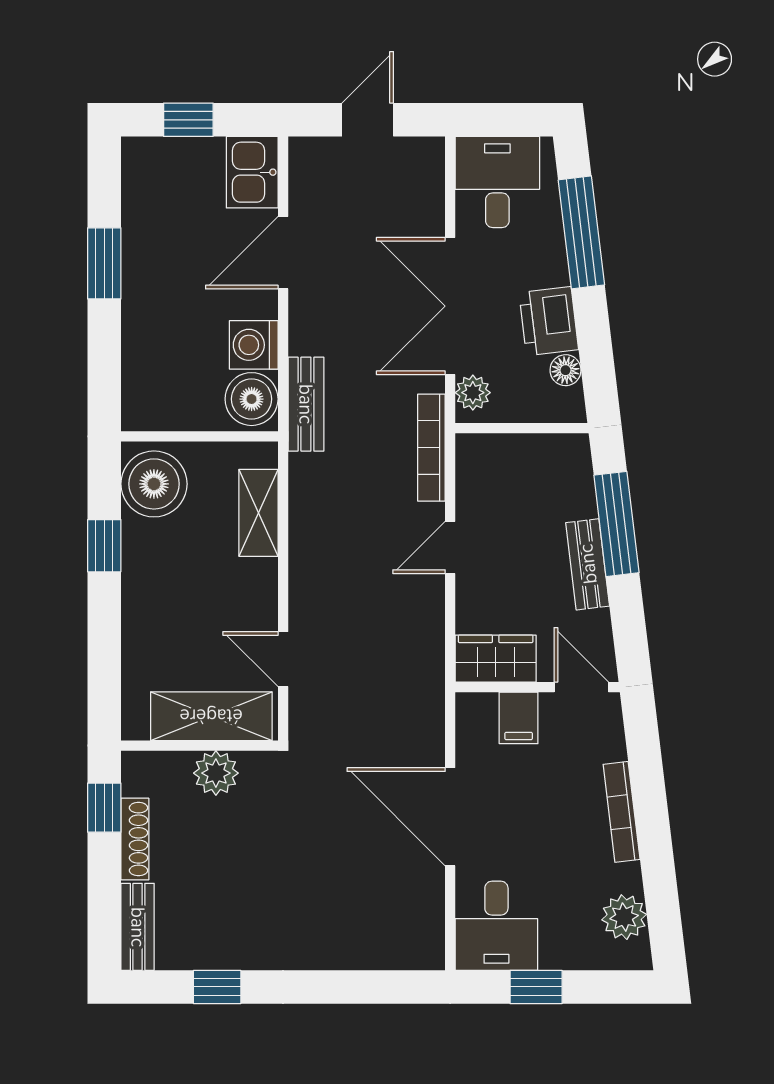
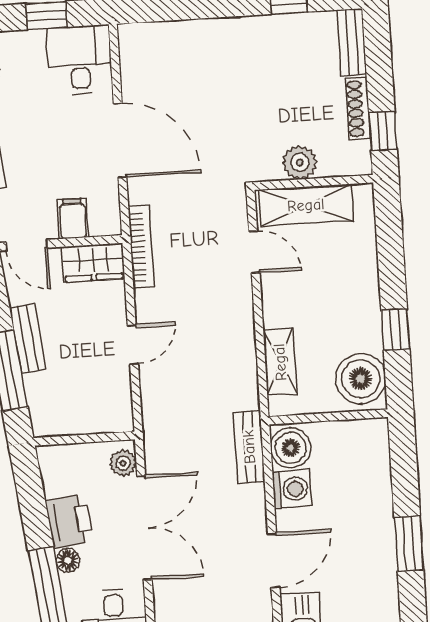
floor lamp: (566, 370) -> (68, 560), moved
bookcase: (431, 448) -> (141, 247), moved

